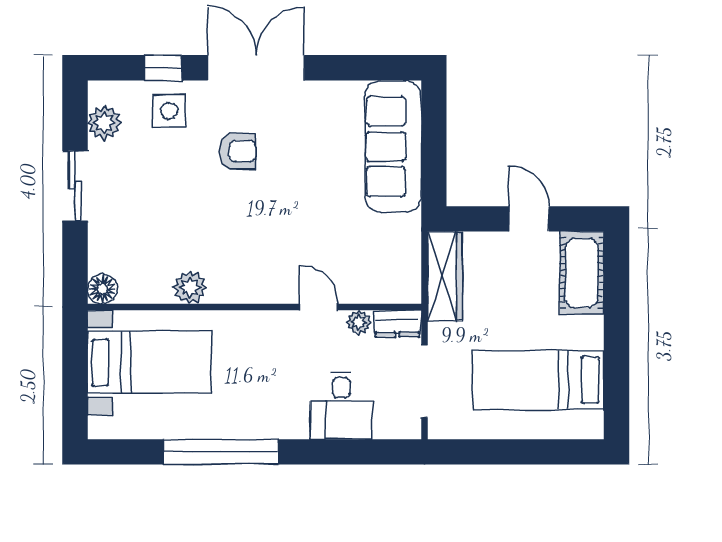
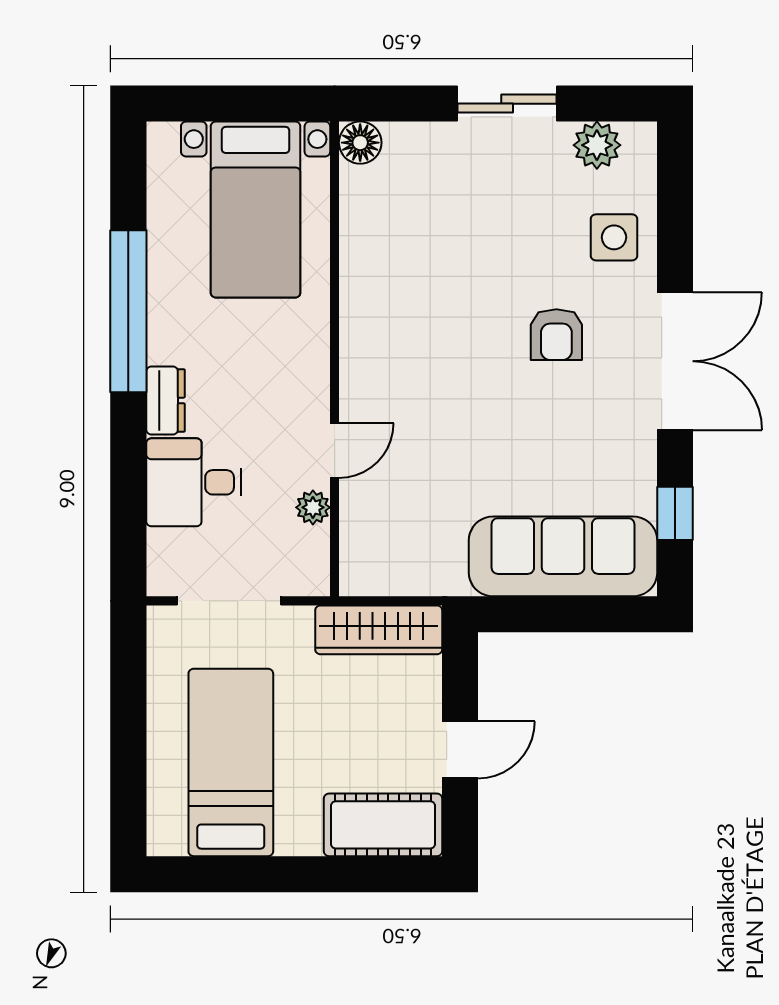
window: (163, 68) -> (675, 513), moved
plant: (190, 288) -> (362, 267), removed
dresser: (397, 324) -> (166, 400), moved, turned 180

